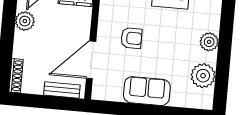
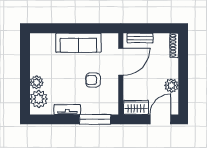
plant: (203, 76) -> (39, 99), moved
sofa: (147, 91) -> (78, 43), width x1.36

